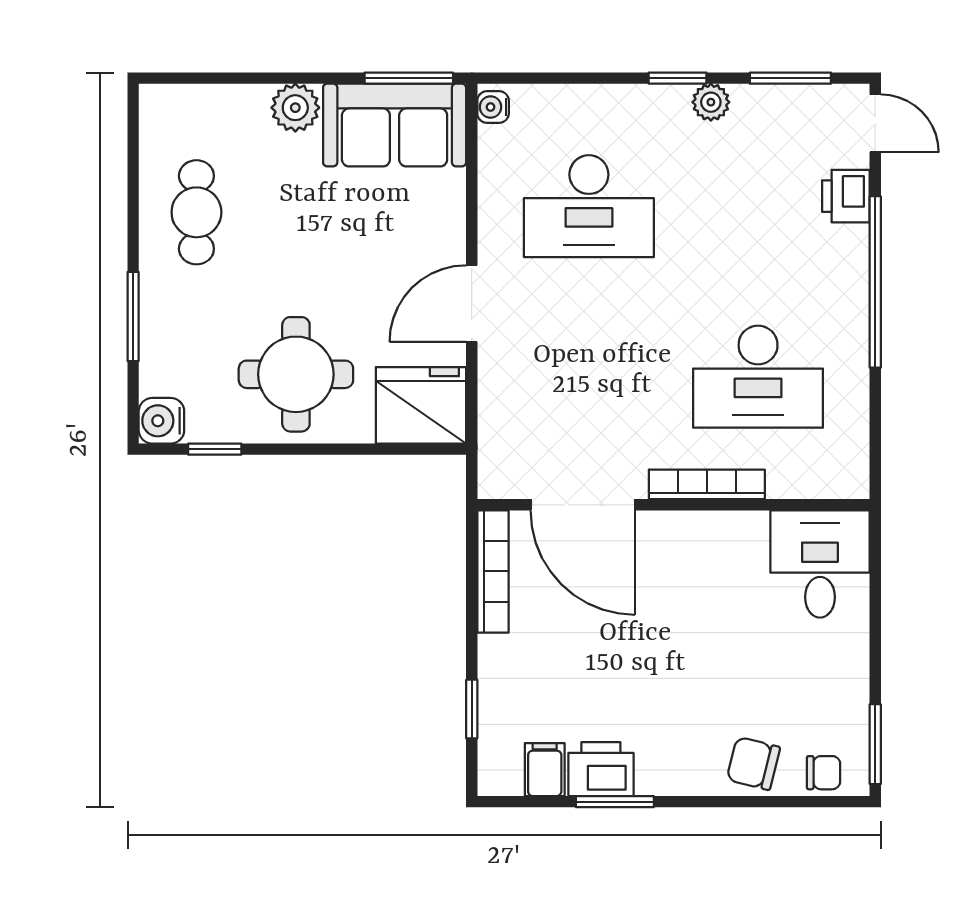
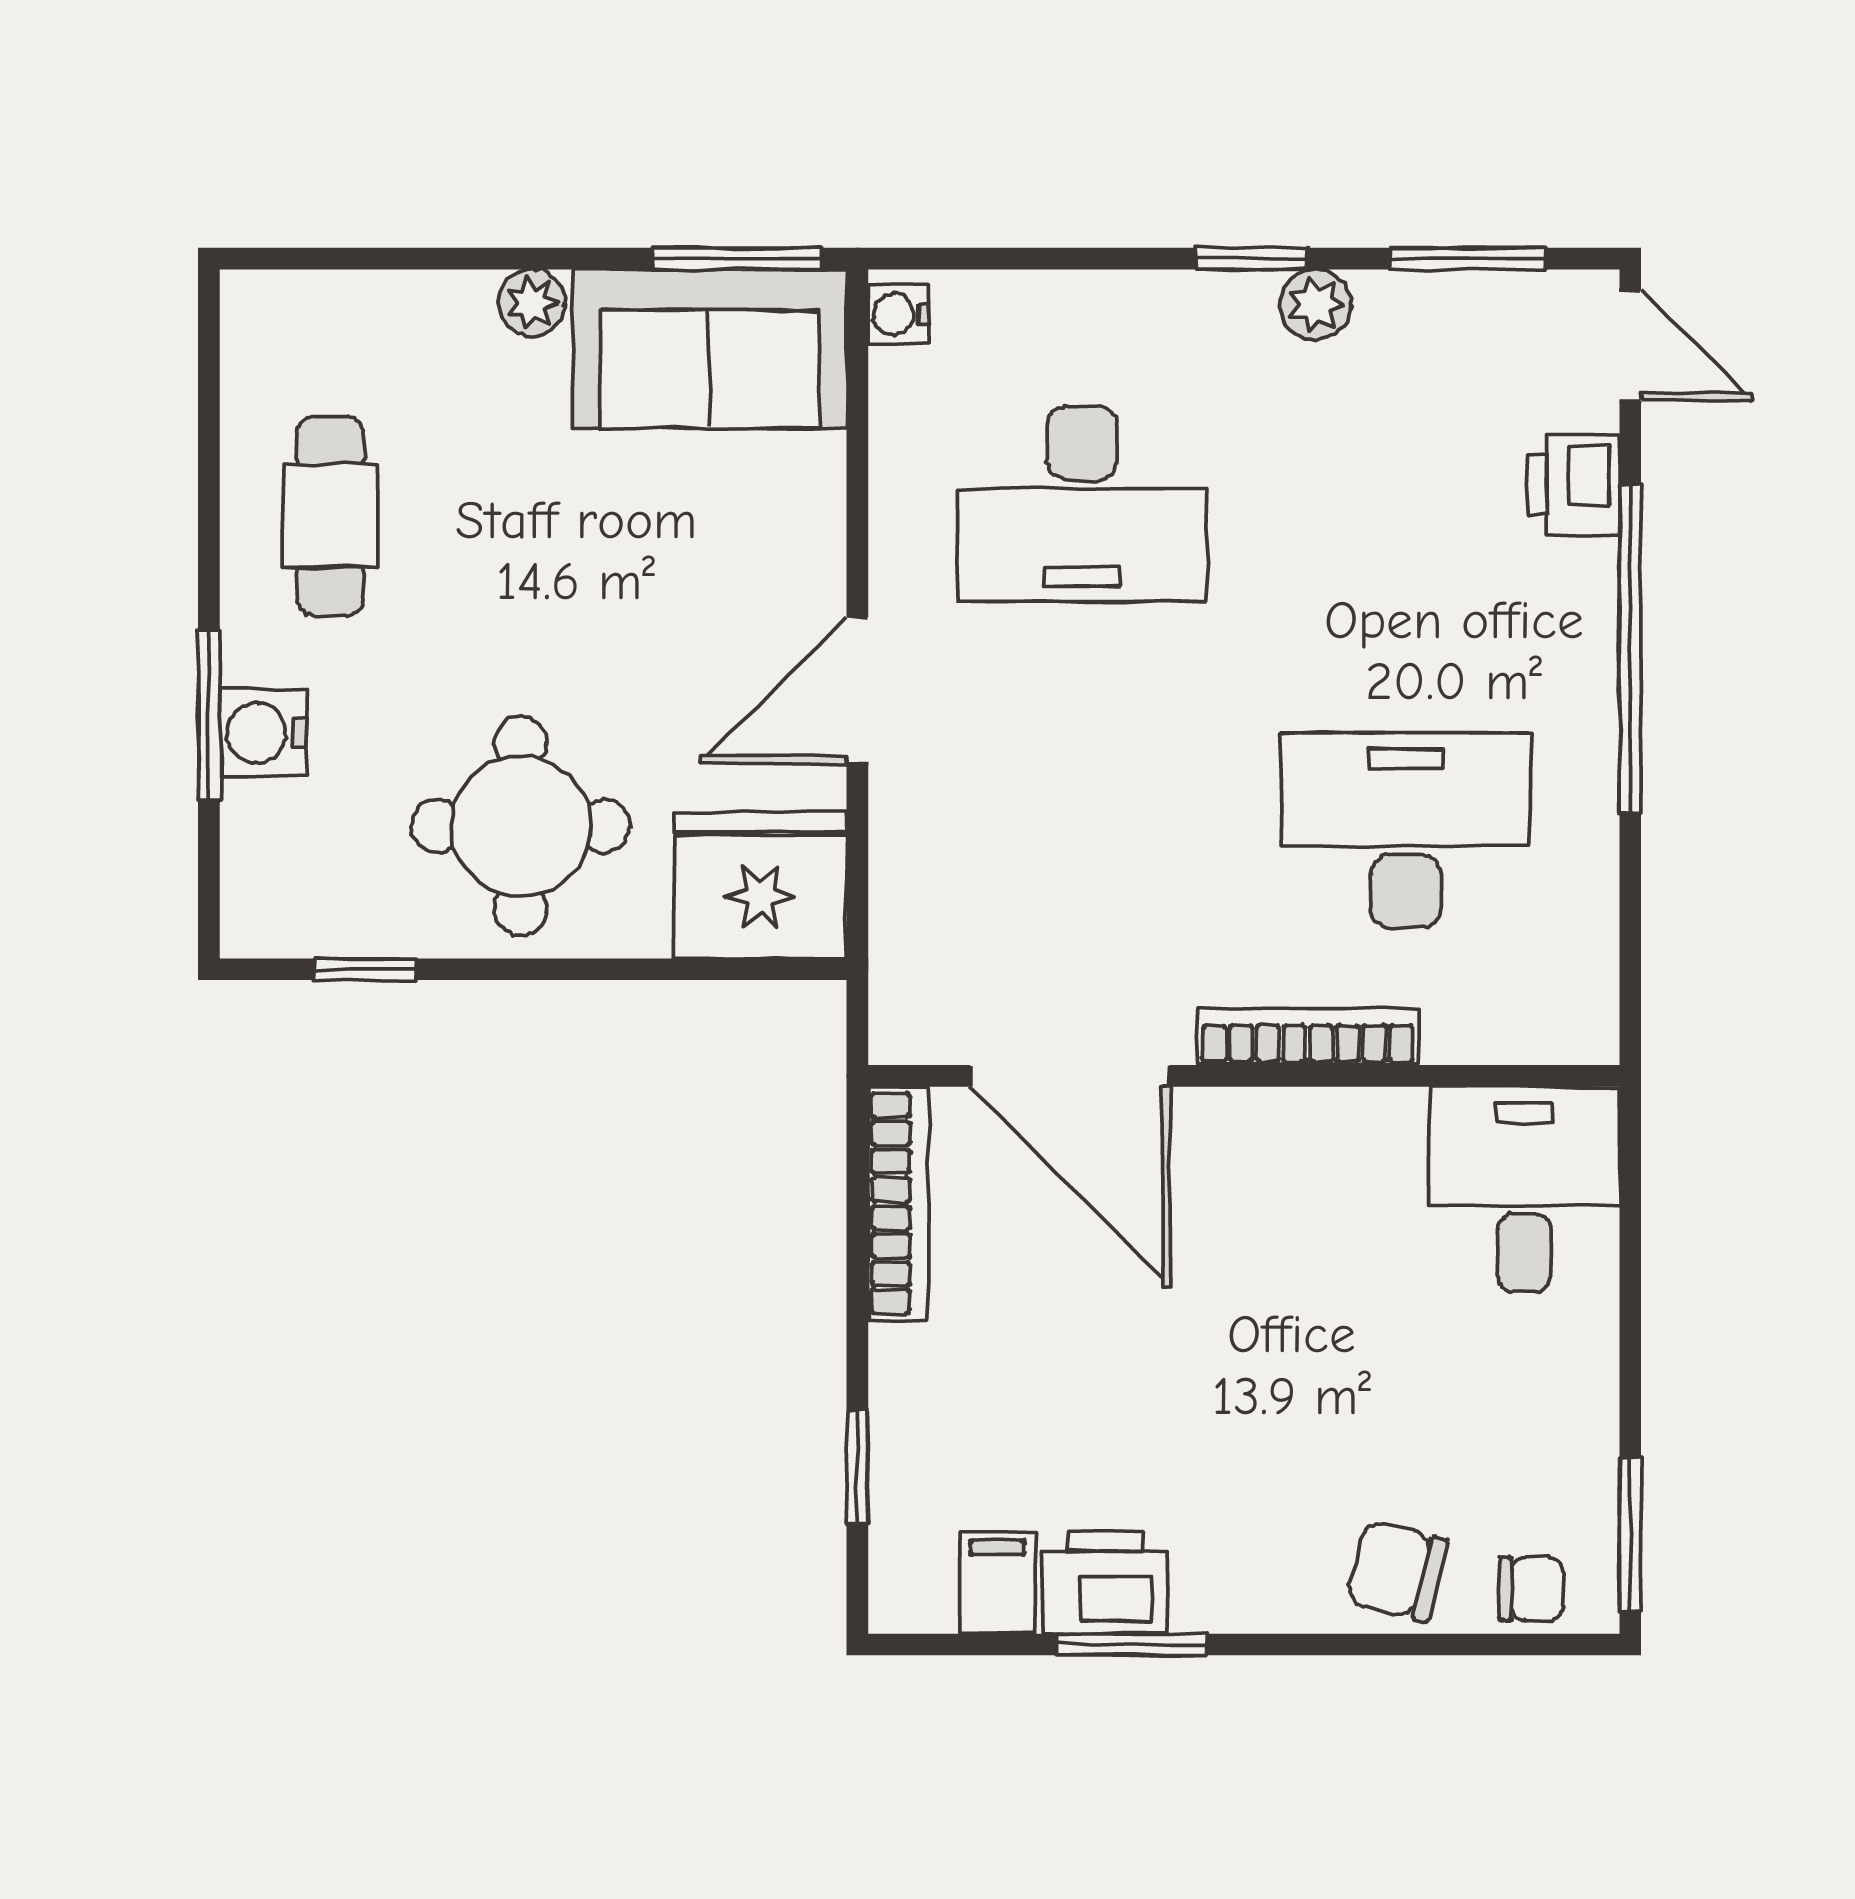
plant: (295, 108) -> (532, 303), width x0.73, depth x0.73
desk: (758, 377) -> (1406, 830), turned 180
water cooler: (161, 421) -> (263, 733), moved

